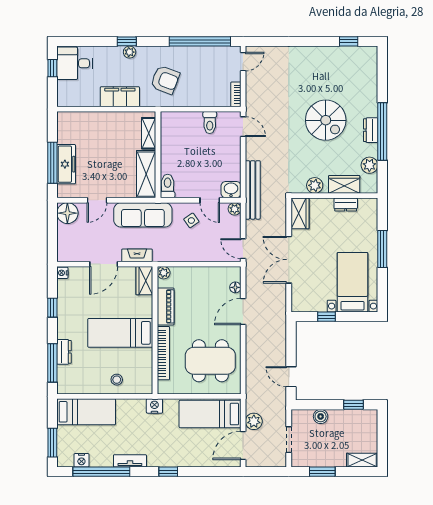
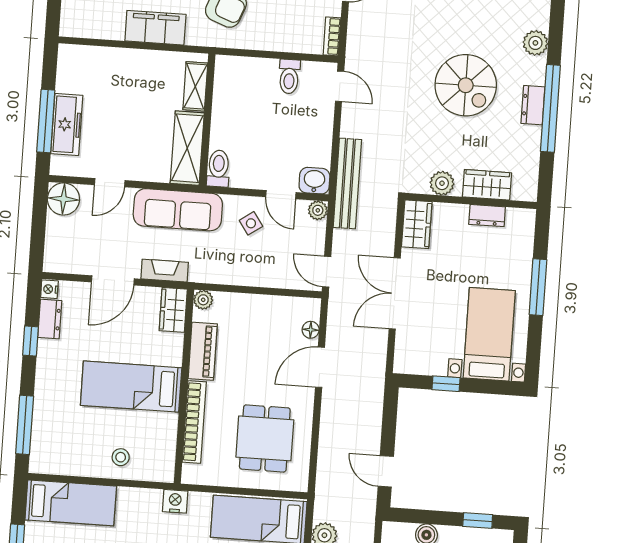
plant: (369, 165) -> (535, 43), moved
dresser: (64, 352) -> (50, 319), moved
dining table: (210, 361) -> (265, 438), width x0.73

